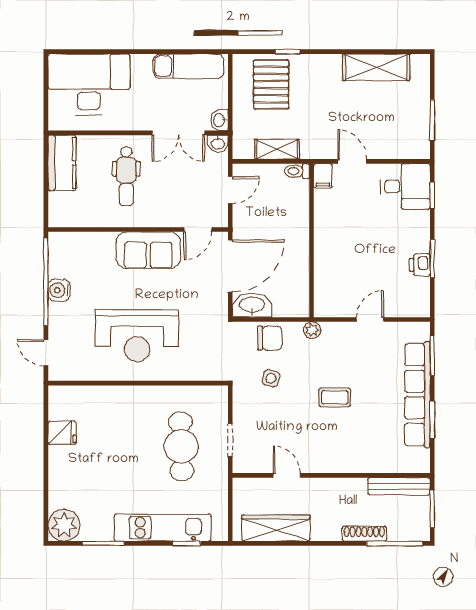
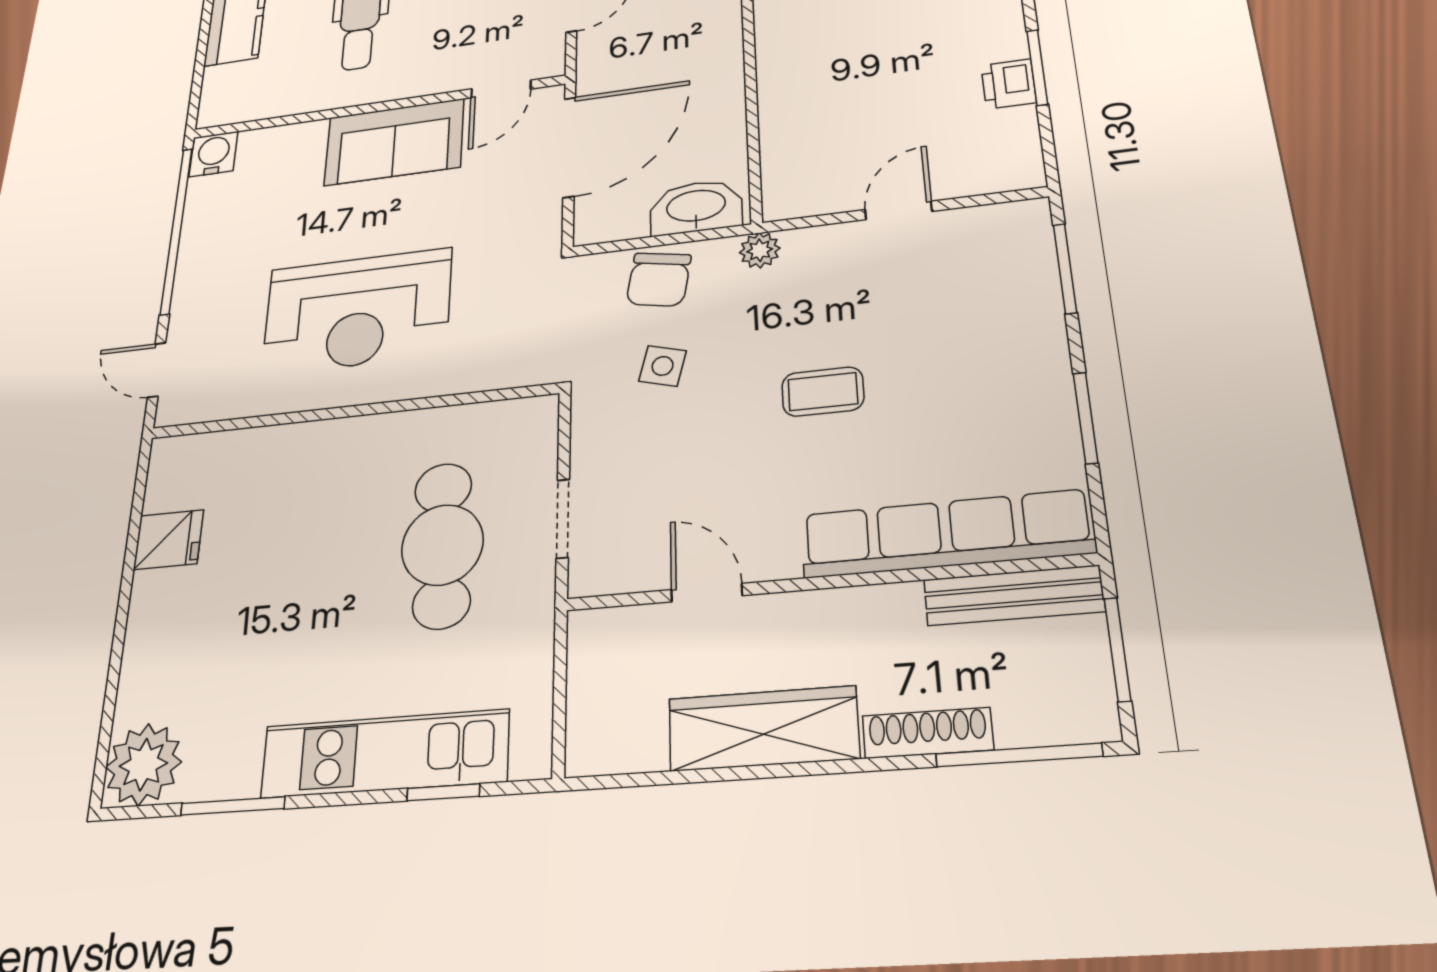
water cooler: (59, 290) -> (213, 154), moved, turned 90
washbasin: (252, 305) -> (696, 207), moved
chair: (270, 338) -> (659, 279), turned 100
row of seats: (417, 395) -> (946, 534), moved, turned 90
wardrobe: (276, 528) -> (763, 728), moved

